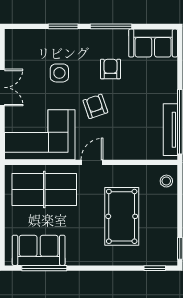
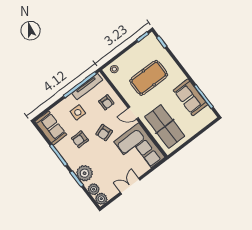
plant: (14, 38) -> (101, 199), added
plant: (34, 38) -> (94, 189), added
plant: (63, 42) -> (85, 173), added
side table: (59, 73) -> (78, 112), moved
armchair: (132, 139) -> (106, 102), added
sofa: (39, 250) -> (190, 97), moved

